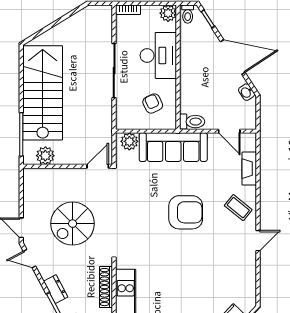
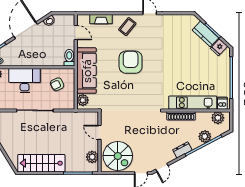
stairs: (43, 93) -> (41, 163), width x0.73, depth x0.66
door: (229, 131) -> (76, 33), hinge flipped
door: (98, 166) -> (99, 132), moved
spiral stairs: (73, 224) -> (118, 156), moved

